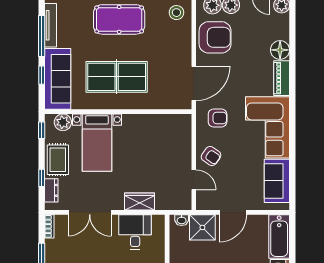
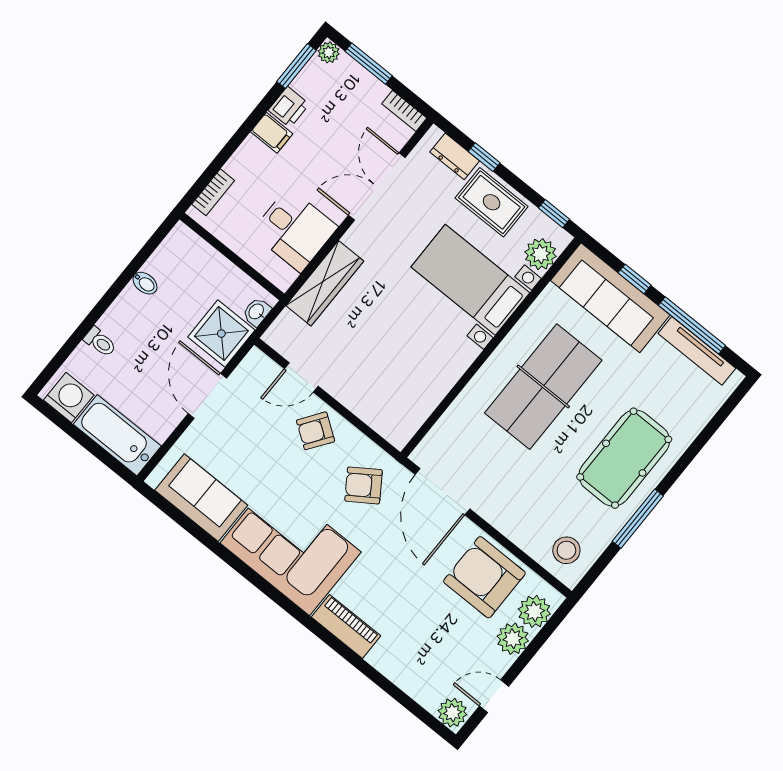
armchair: (215, 37) -> (484, 577), turned 90
floor lamp: (280, 50) -> (389, 657), removed
armchair: (218, 118) -> (364, 485), turned 56
wardrobe: (140, 202) -> (325, 283), width x1.50

